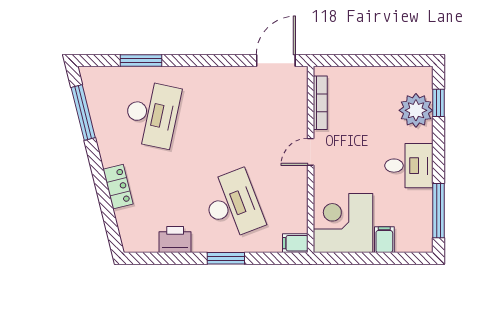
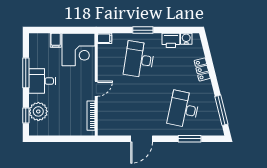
door: (276, 61) -> (142, 139), moved
desk: (233, 205) -> (139, 60), turned 30
window: (439, 211) -> (26, 73), moved
water cooler: (147, 242) -> (186, 39), added

